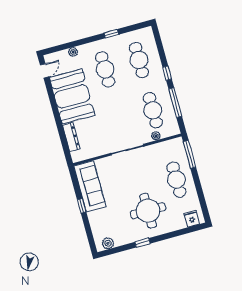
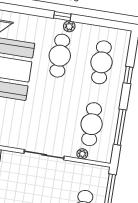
window: (111, 34) -> (62, 16), moved
plant: (73, 52) -> (69, 26), moved
window: (167, 73) -> (128, 75), moved

